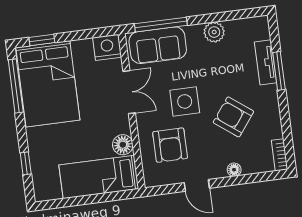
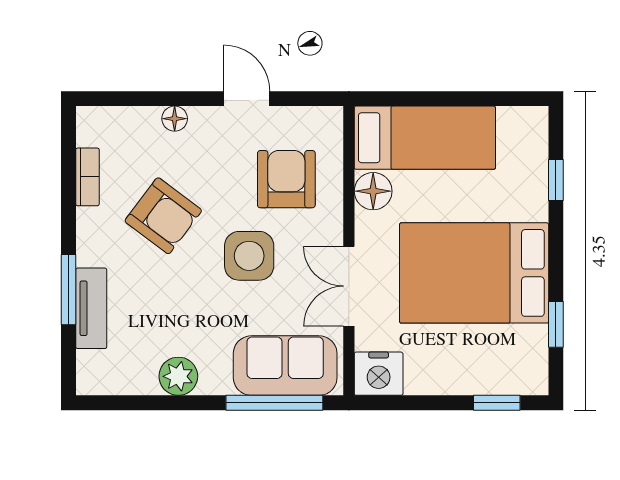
bed: (48, 84) -> (474, 273), moved, turned -90
window: (16, 86) -> (556, 324), width x0.46
bookcase: (280, 155) -> (87, 177), moved

